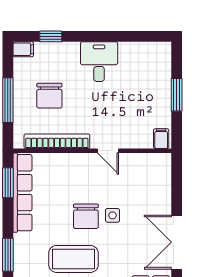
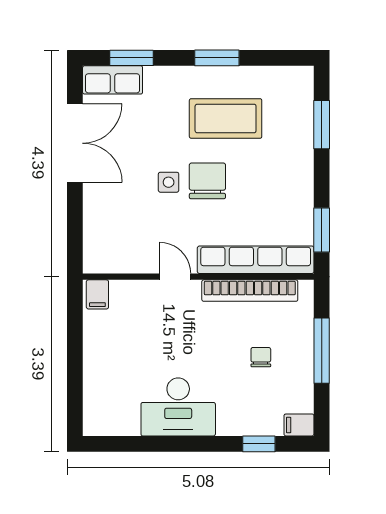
desk: (99, 62) -> (178, 407), width x1.37
window: (177, 95) -> (75, 358), removed
chair: (49, 96) -> (261, 357), width x0.54, depth x0.54
row of seats: (23, 193) -> (256, 260), moved, turned 90

